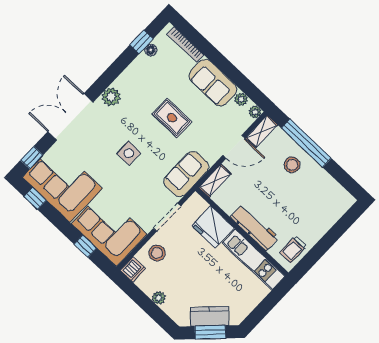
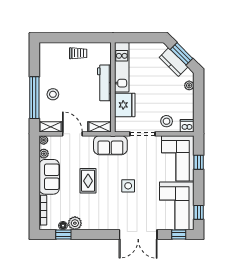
plant: (111, 97) -> (75, 223), moved
trolley: (293, 249) -> (78, 53), moved
plant: (159, 298) -> (189, 85), moved

